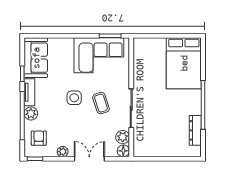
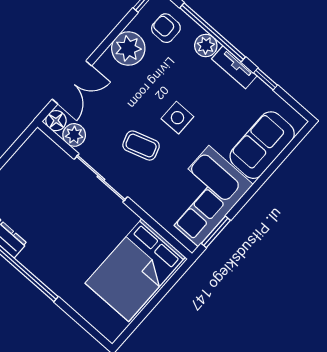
sofa: (36, 58) -> (262, 145), moved, turned 90
bed: (184, 63) -> (135, 270), moved, turned -90
armchair: (39, 138) -> (166, 28), turned 180
plant: (63, 152) -> (128, 49), width x1.87, depth x1.87
double door: (89, 159) -> (72, 82), moved

